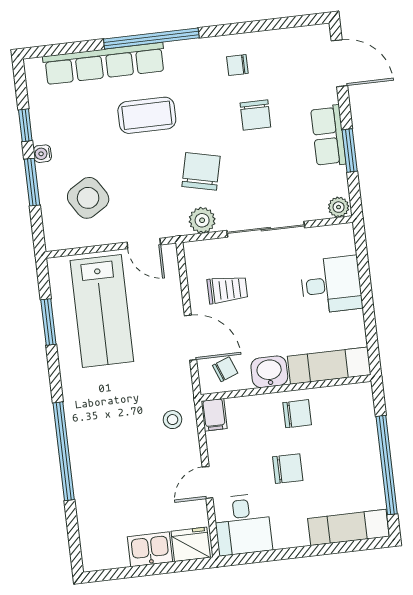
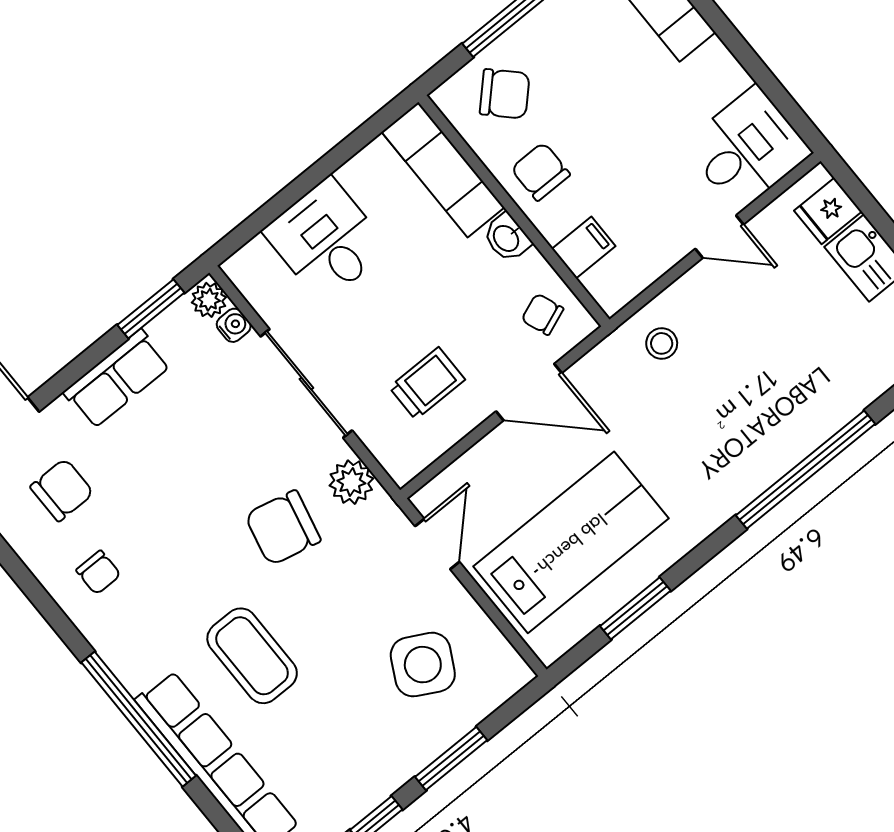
chair: (255, 115) -> (62, 490), moved
window: (350, 151) -> (151, 309), moved
water cooler: (42, 154) -> (234, 325), moved, turned -90
side table: (88, 198) -> (423, 665), turned -30
trolley: (227, 290) -> (427, 383), turned 90
door: (190, 338) -> (529, 392), swing flipped
washbasin: (269, 372) -> (507, 238), width x0.72, depth x0.69
filing cabinet: (214, 415) -> (584, 248), moved
chair: (288, 469) -> (505, 94), moved, turned 135
fridge: (191, 544) -> (828, 211), width x0.72

